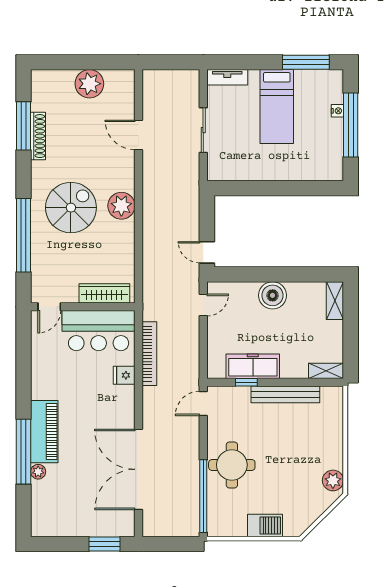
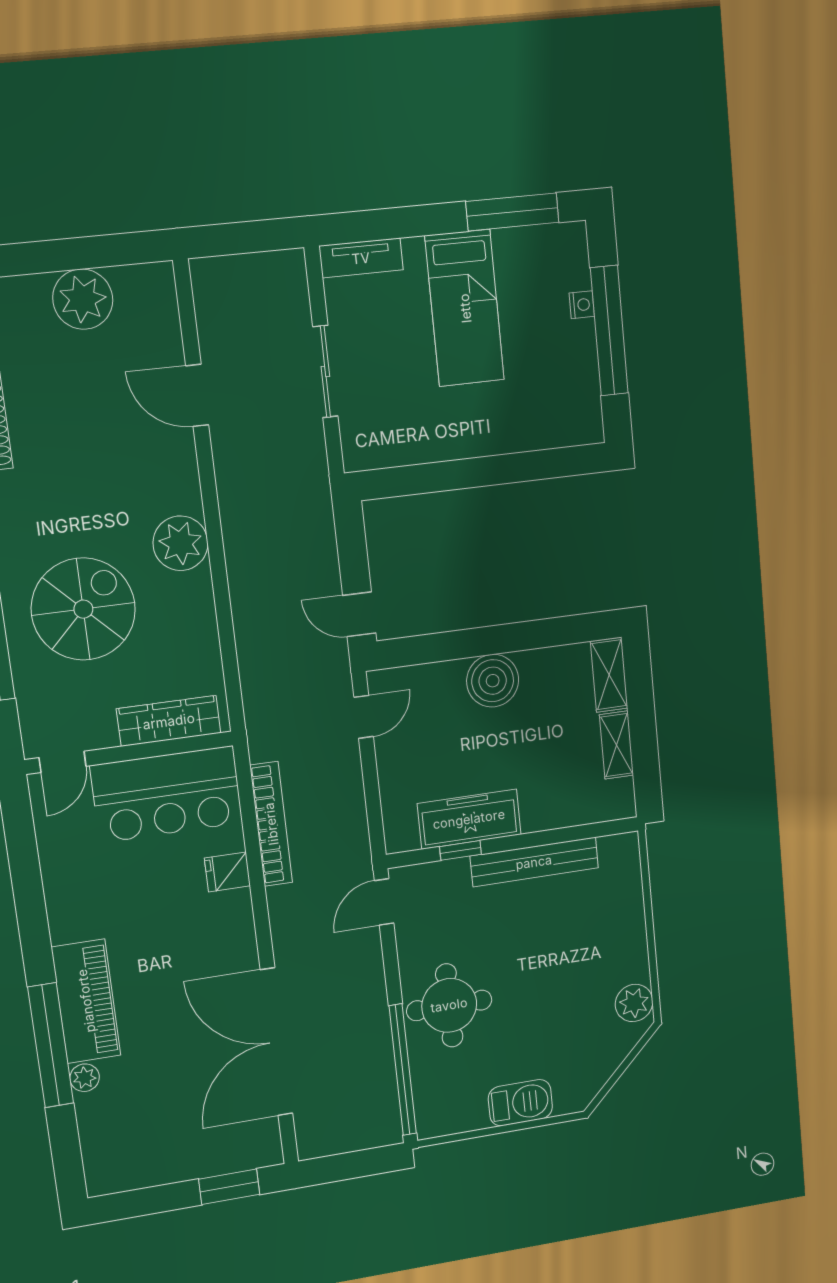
spiral stairs: (71, 208) -> (83, 609), moved
shelving: (326, 371) -> (617, 745), moved, turned 90

